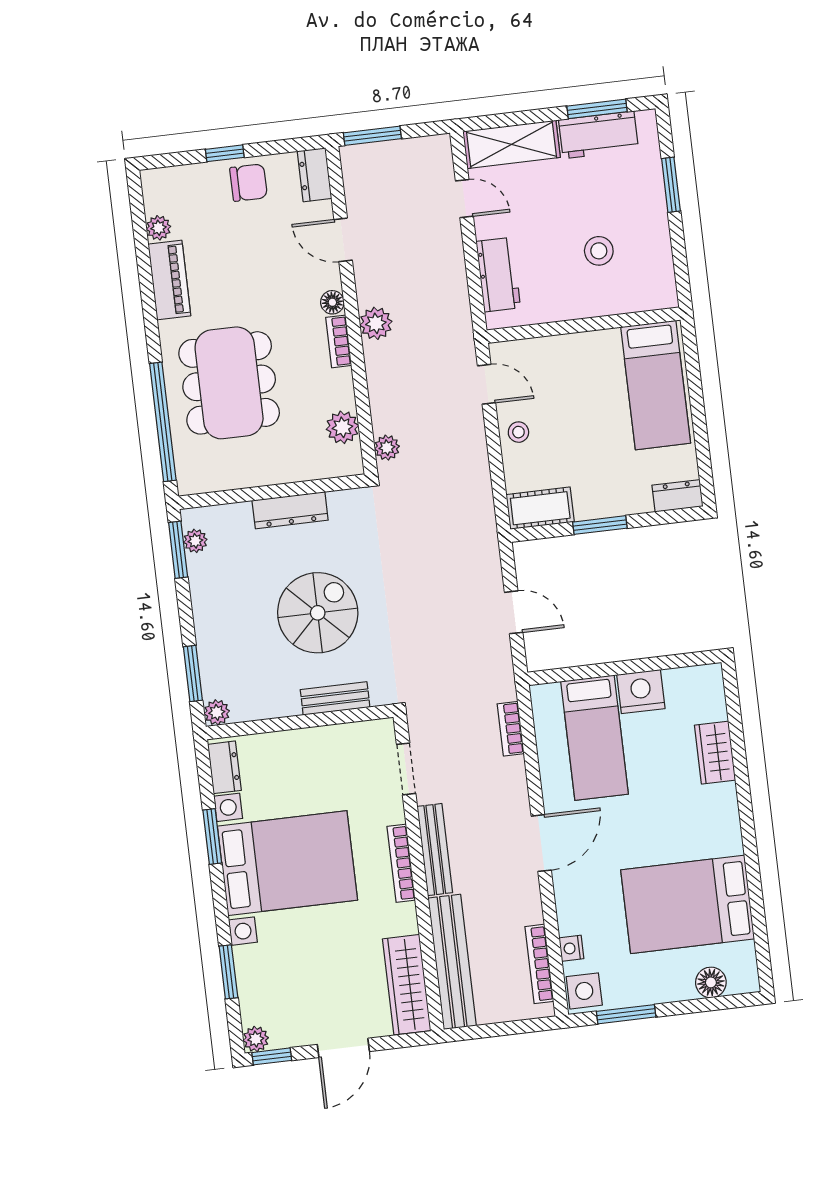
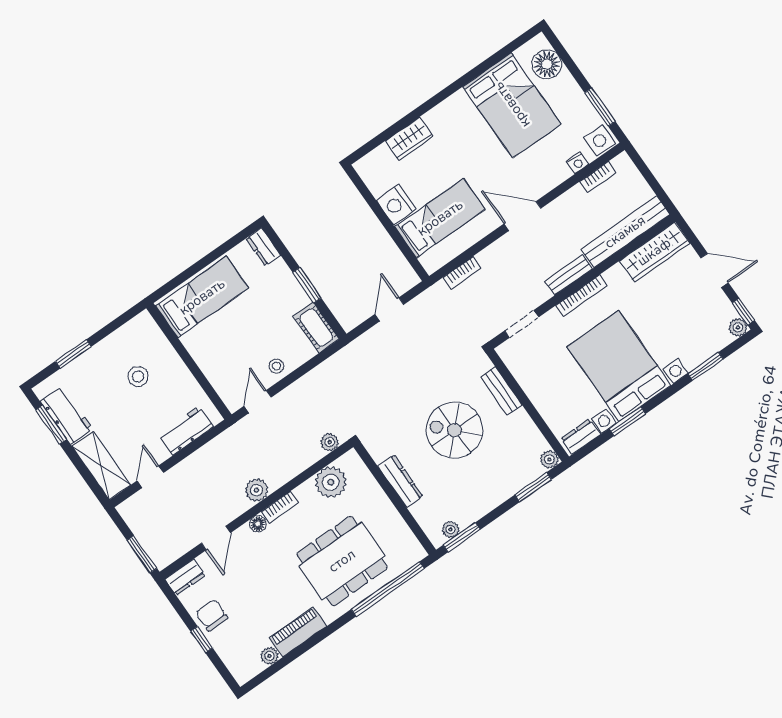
plant: (342, 427) -> (331, 482), width x1.36, depth x1.36
bench: (435, 850) -> (569, 275), width x0.73
bookcase: (539, 964) -> (598, 177), width x0.64
floor lamp: (711, 982) -> (547, 64), width x1.38, depth x1.38

